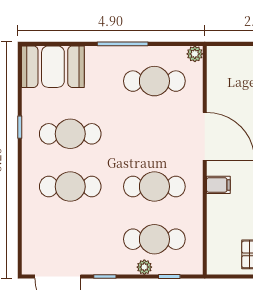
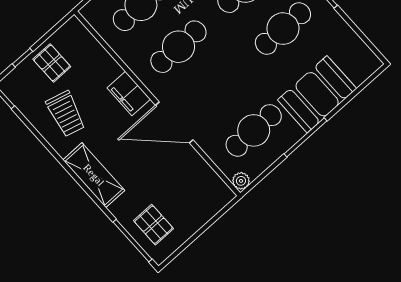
booth: (53, 67) -> (317, 94), moved
filing cabinet: (218, 185) -> (129, 93), width x2.00

